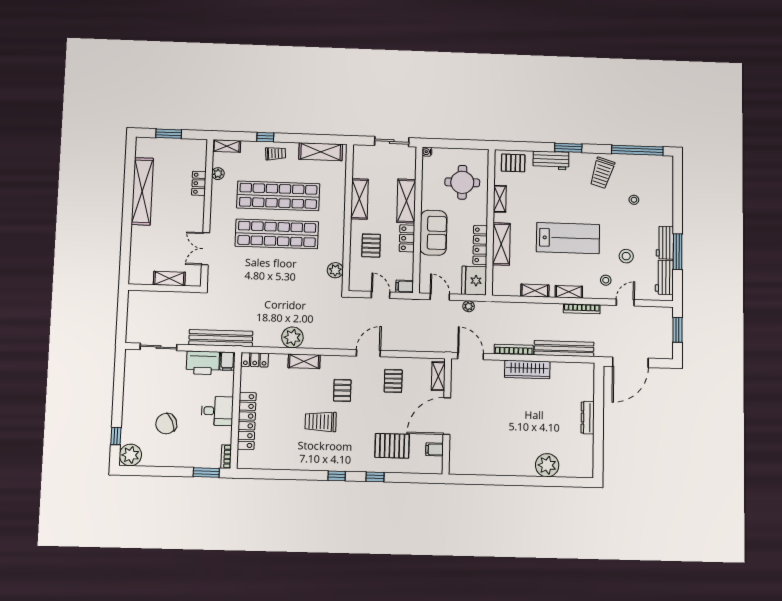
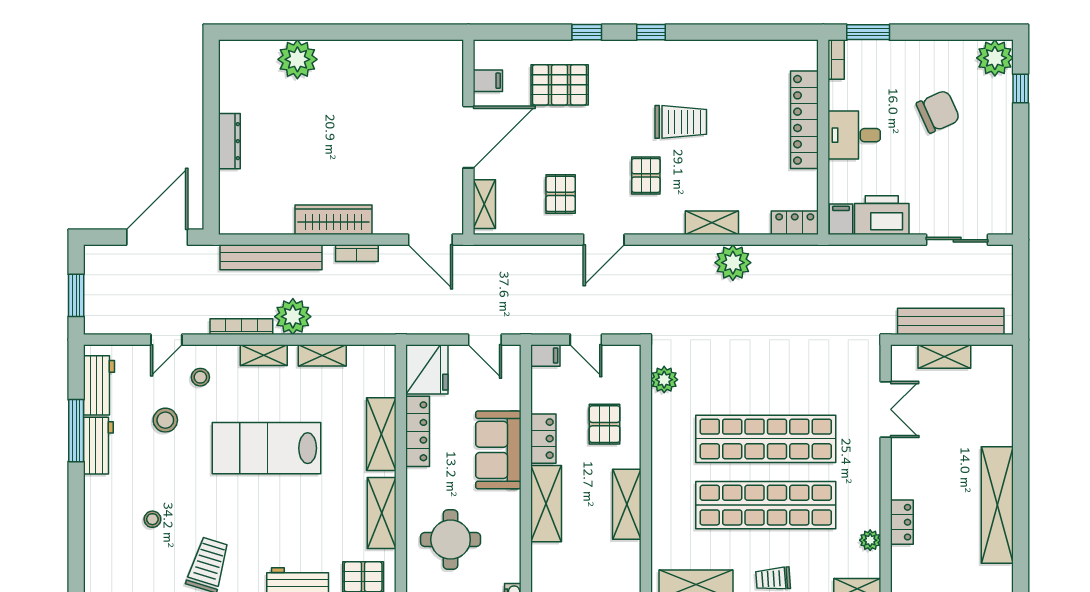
shelving: (500, 199) -> (382, 513), width x1.50, depth x1.33
plant: (469, 306) -> (293, 317), moved, width x1.88, depth x1.88
bench: (221, 338) -> (951, 321), moved
bookcase: (514, 350) -> (357, 253), width x0.64

